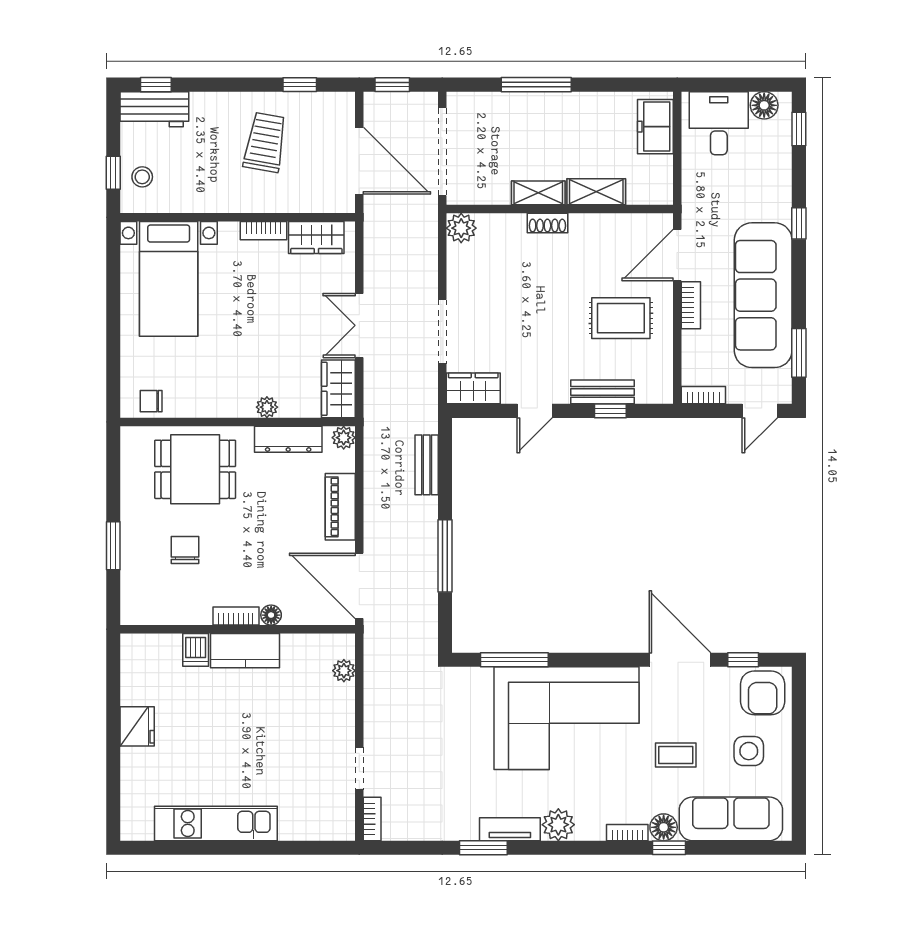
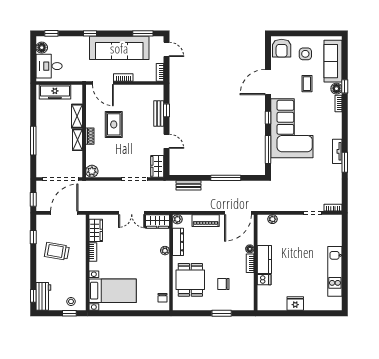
freezer: (655, 127) -> (55, 92), width x1.40
rug: (621, 318) -> (114, 124), moved
window: (743, 660) -> (268, 118), moved
armchair: (763, 693) -> (282, 48), turned 90
plant: (558, 825) -> (335, 132), removed

